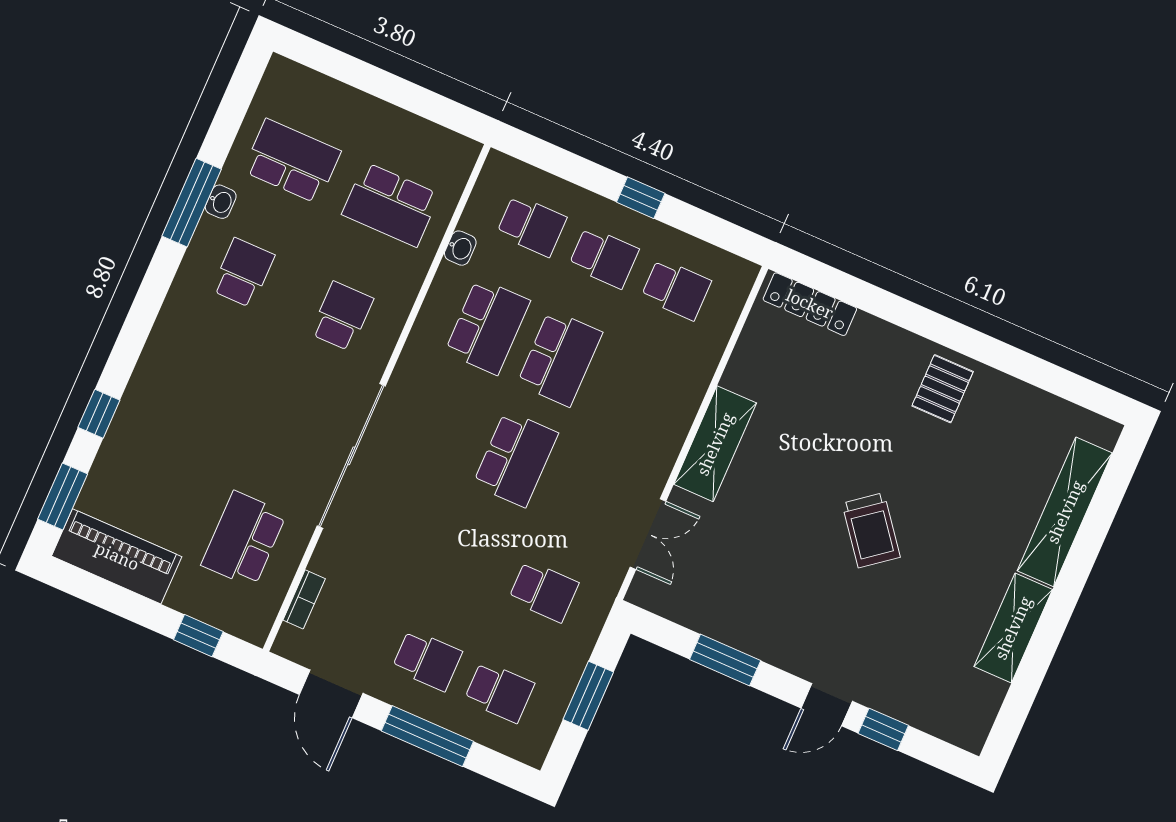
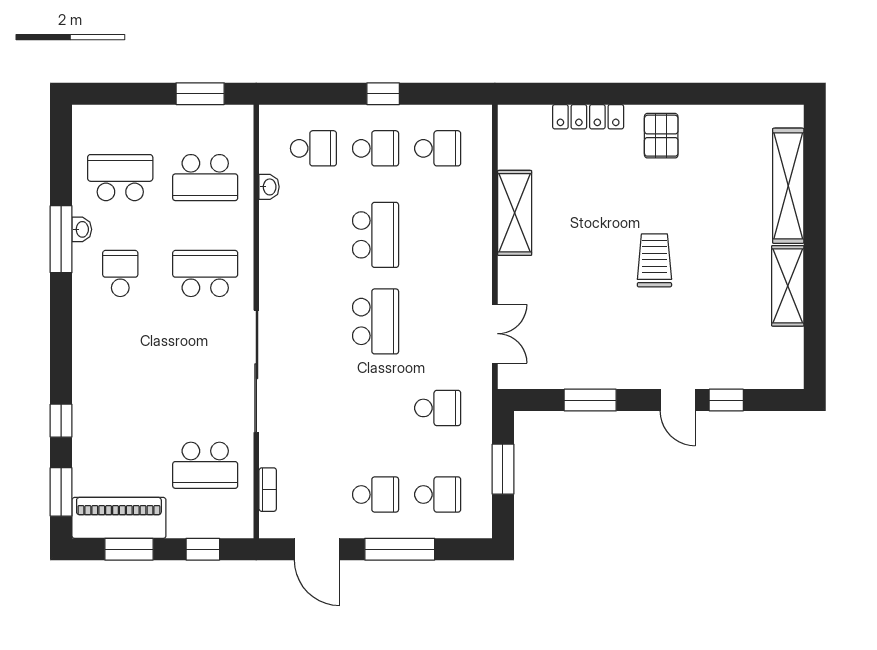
window: (428, 104) -> (200, 94), added
locker: (810, 304) -> (588, 117), moved
school desk: (342, 316) -> (205, 273), width x1.85
school desk: (487, 326) -> (313, 235), removed
shelving: (715, 444) -> (515, 213), moved
trolley: (871, 530) -> (654, 260), turned -142
school desk: (244, 539) -> (205, 465), turned -90
window: (112, 598) -> (129, 549), added
door: (827, 705) -> (678, 400), hinge flipped

